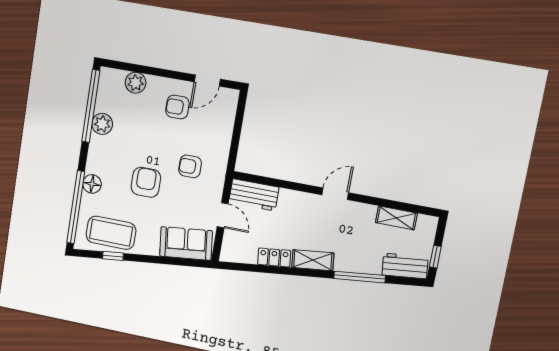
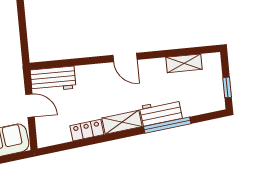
door: (335, 194) -> (125, 57), swing flipped
workbench: (405, 266) -> (161, 112), moved

